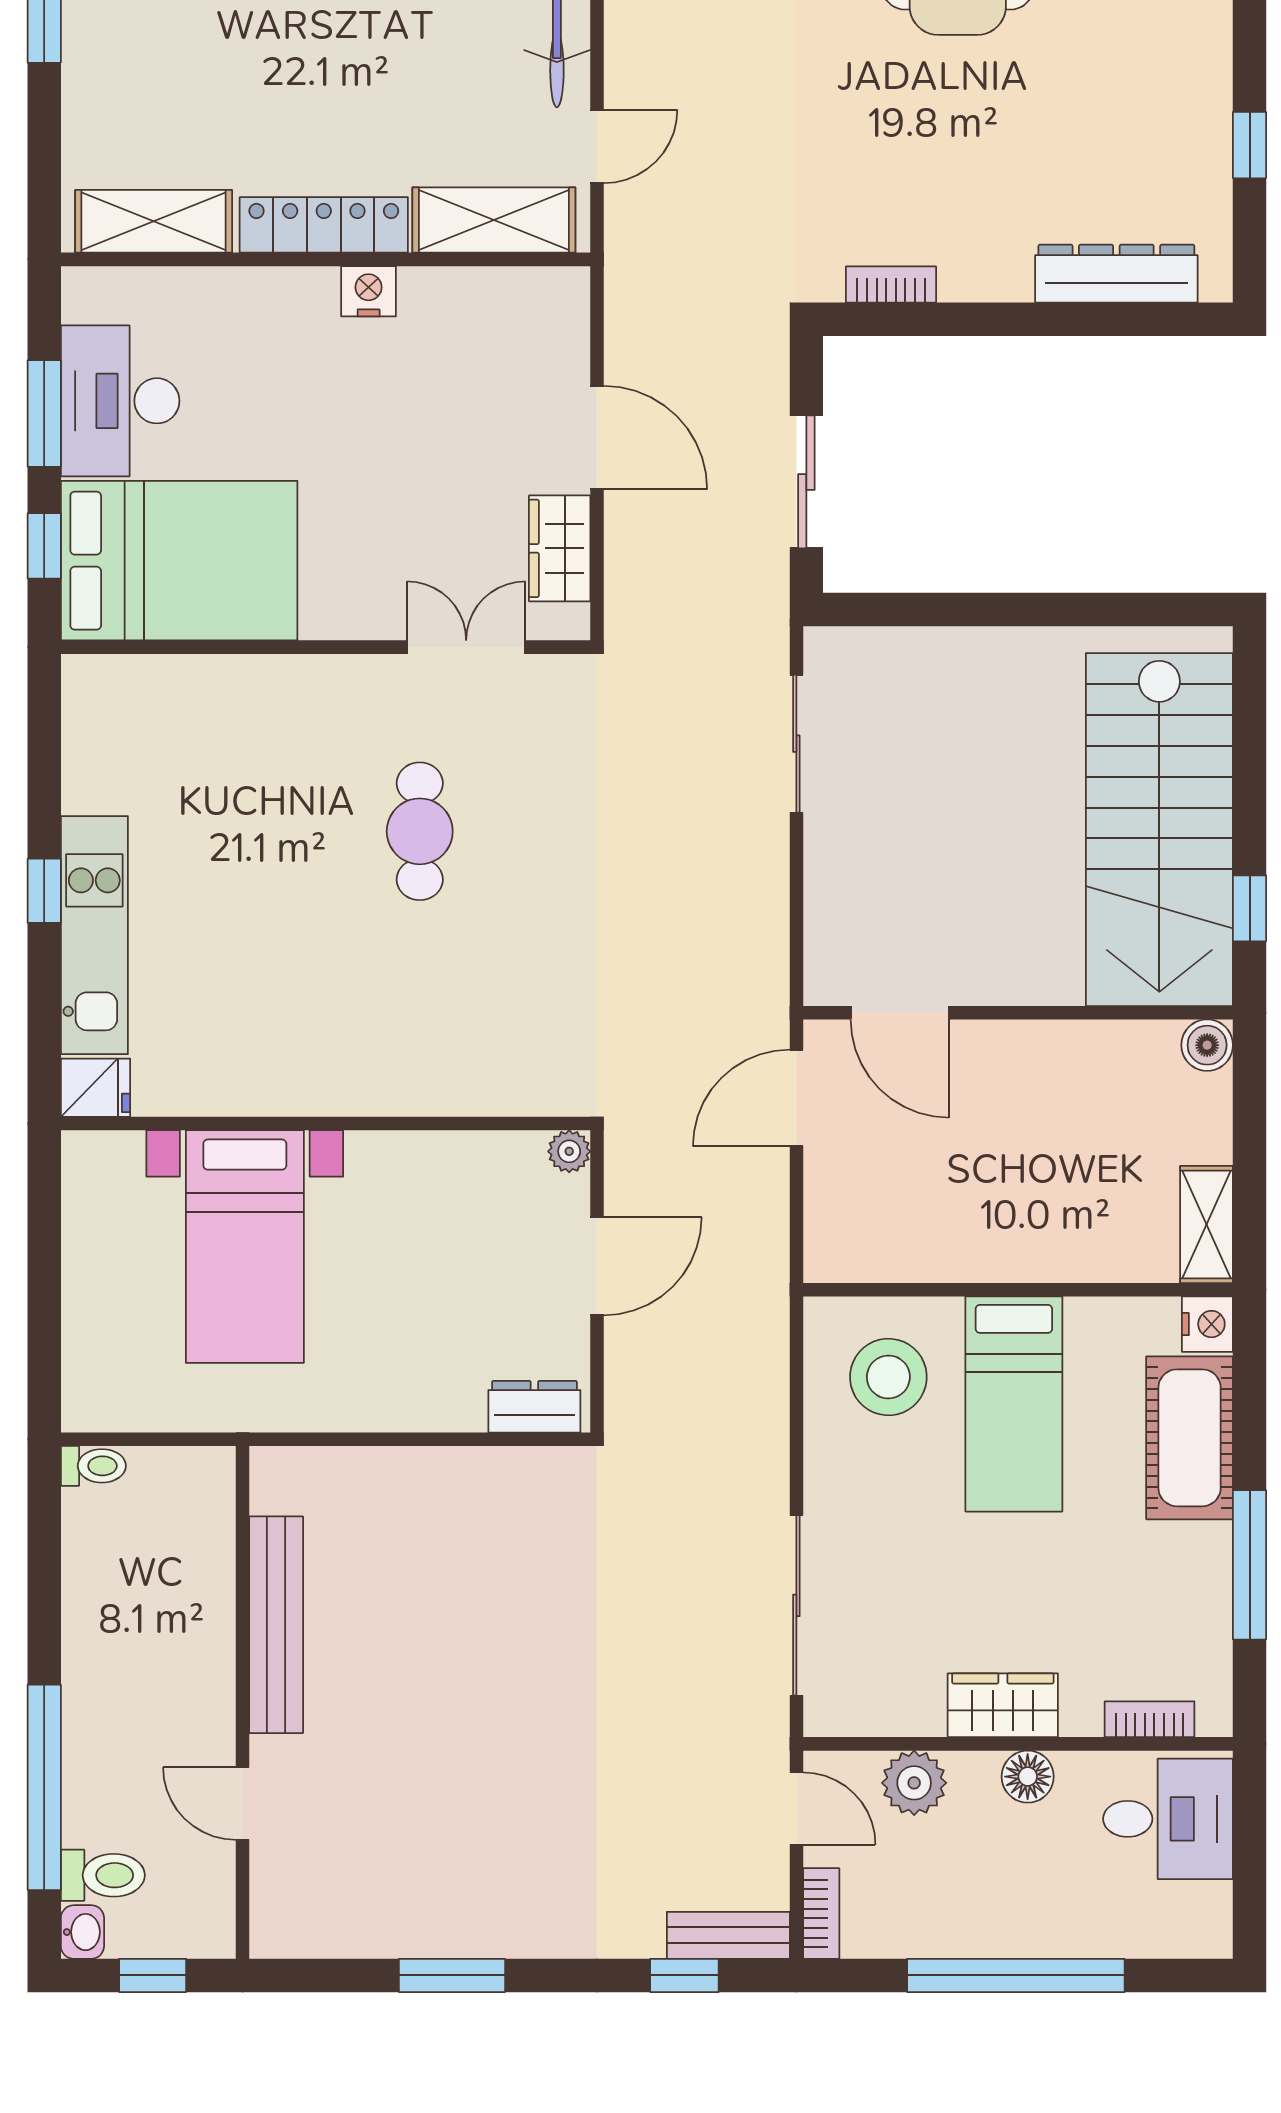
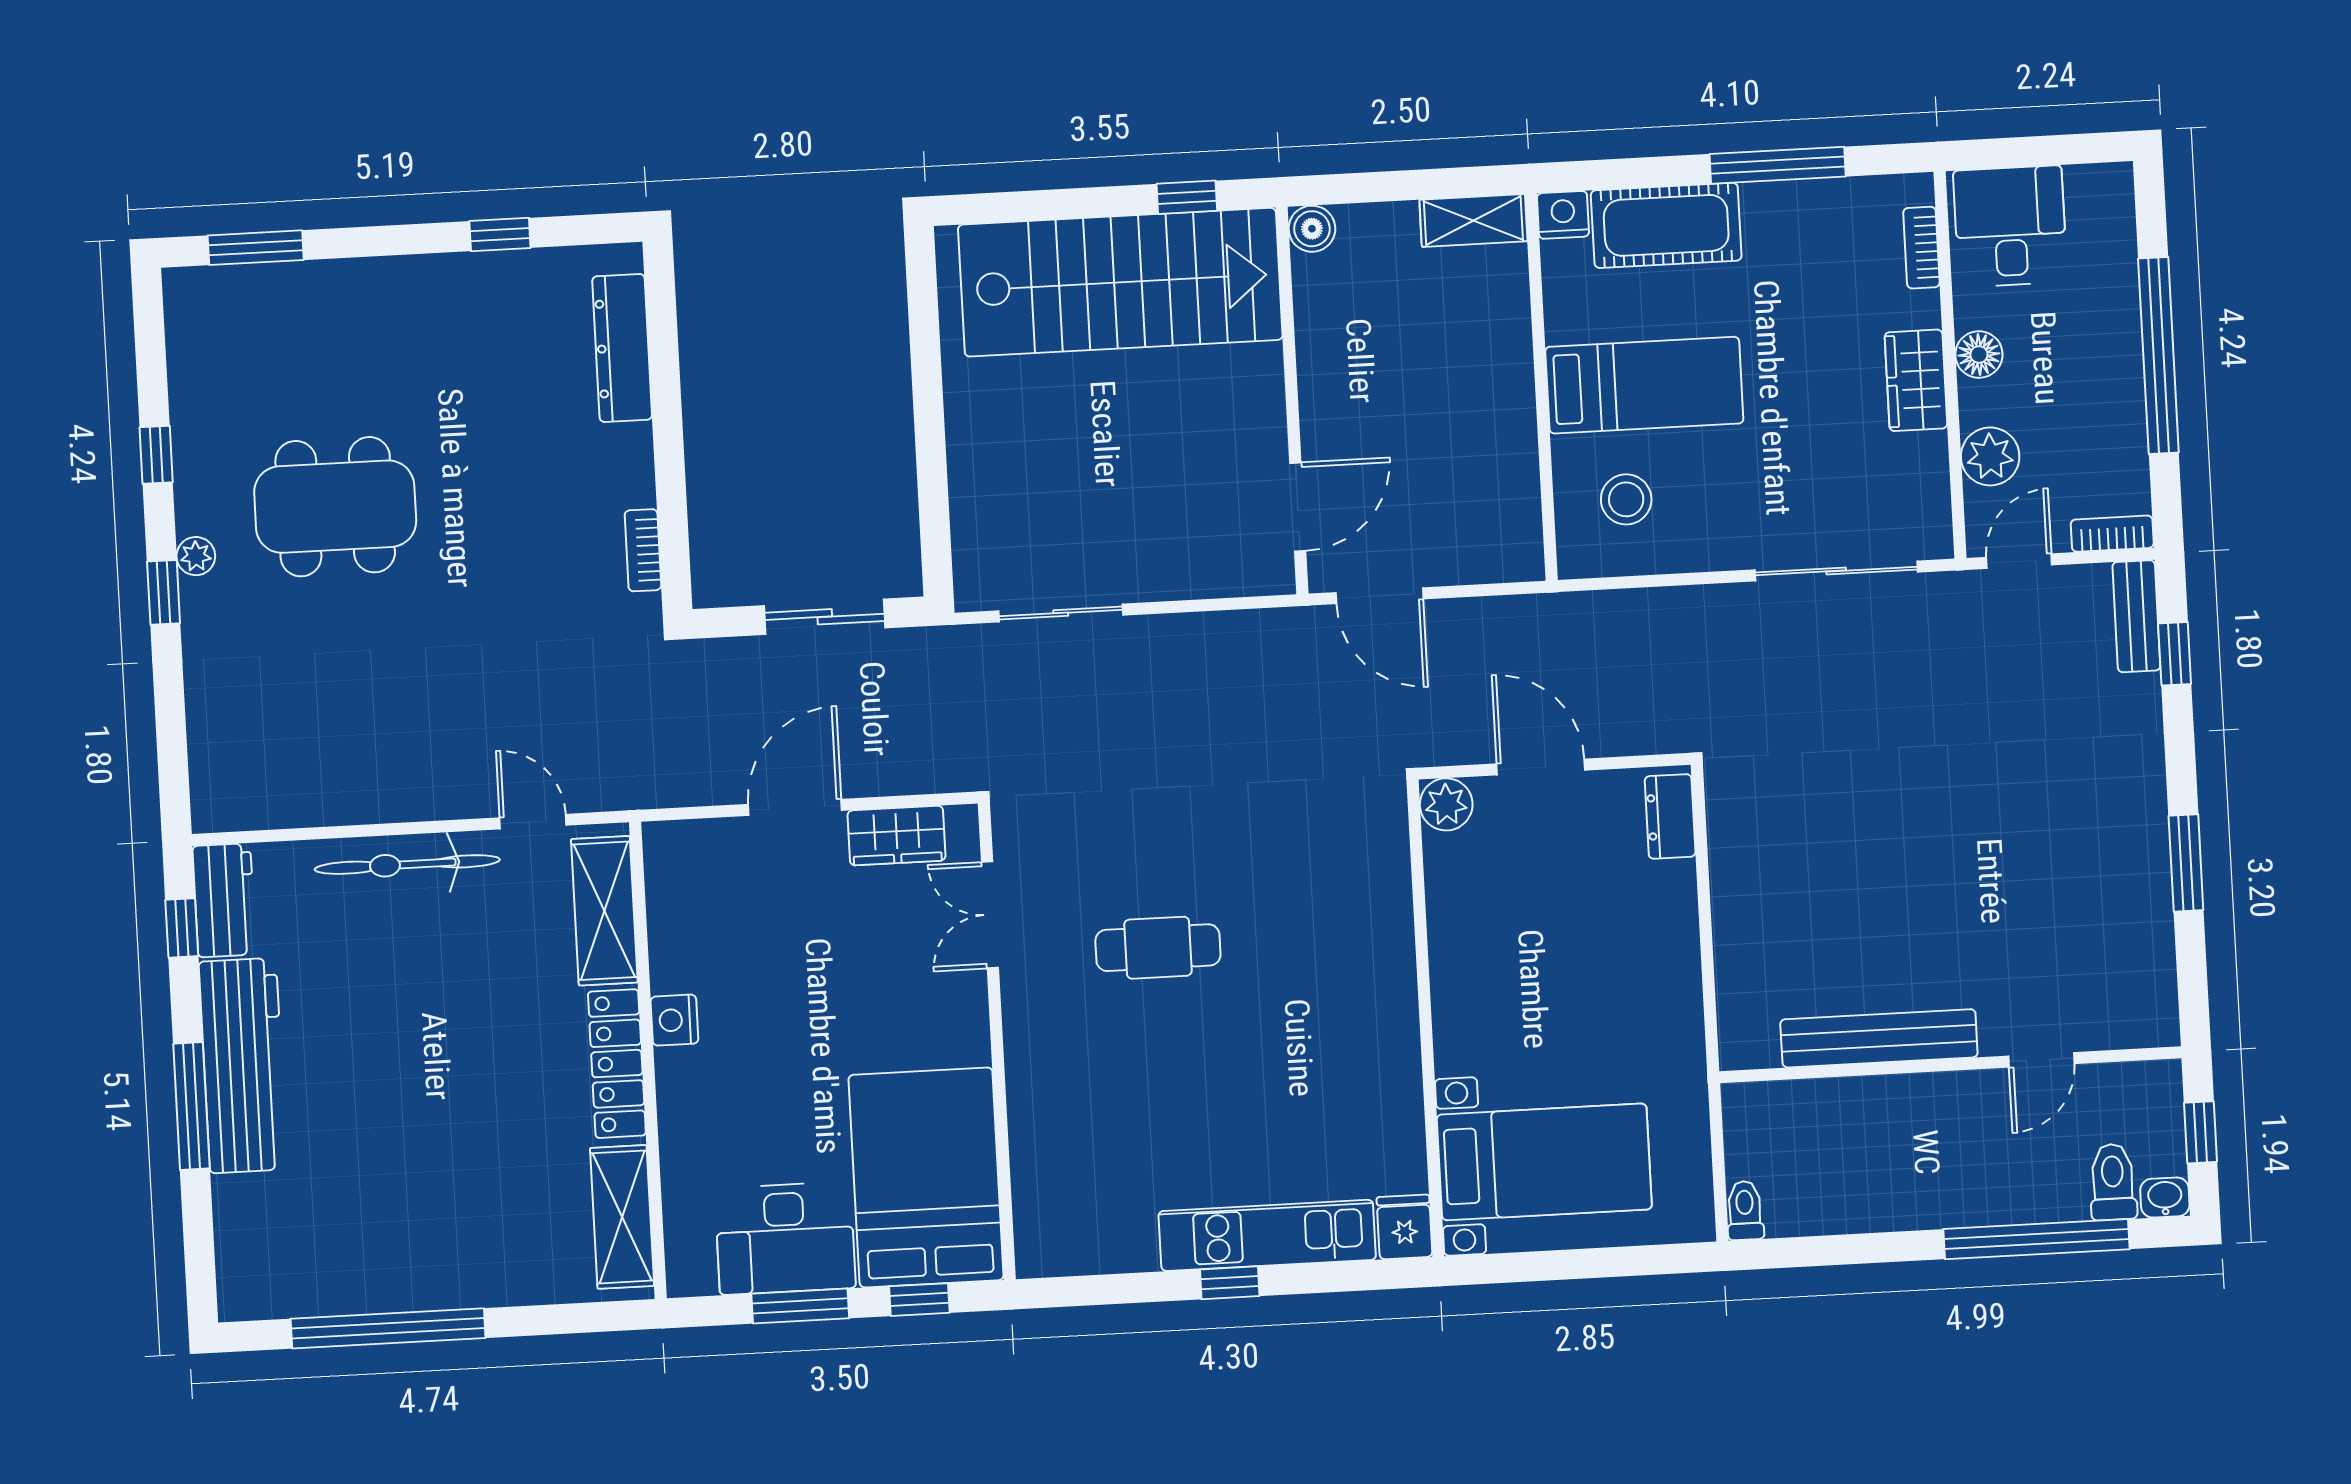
plant: (569, 1151) -> (1446, 804), width x1.38, depth x1.38
bed with nightstands: (245, 1247) -> (1544, 1162), moved
stool: (888, 1377) -> (1626, 499), width x0.73, depth x0.73

